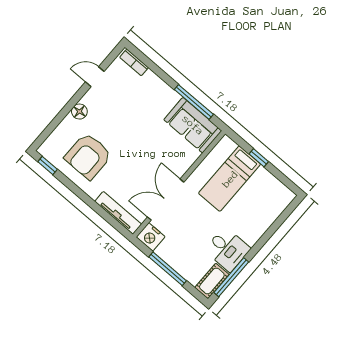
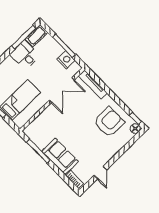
door: (95, 77) -> (100, 173), hinge flipped
floor lamp: (79, 112) -> (135, 128), moved
sofa: (193, 125) -> (60, 156), moved
nightstand: (151, 237) -> (66, 60), moved

